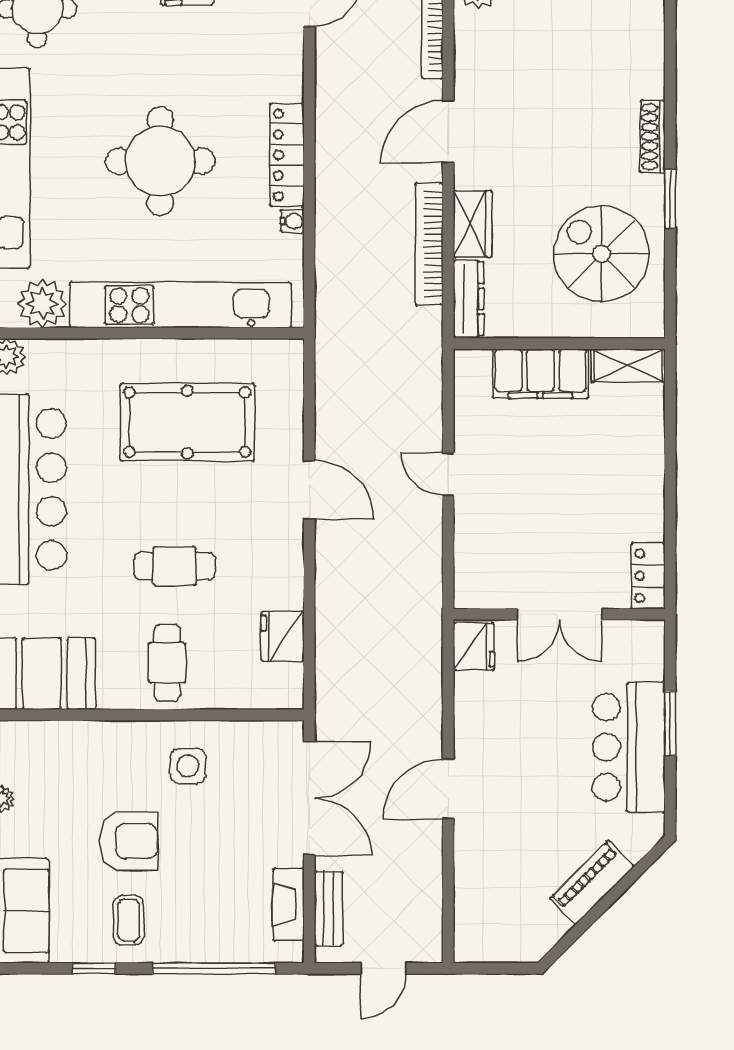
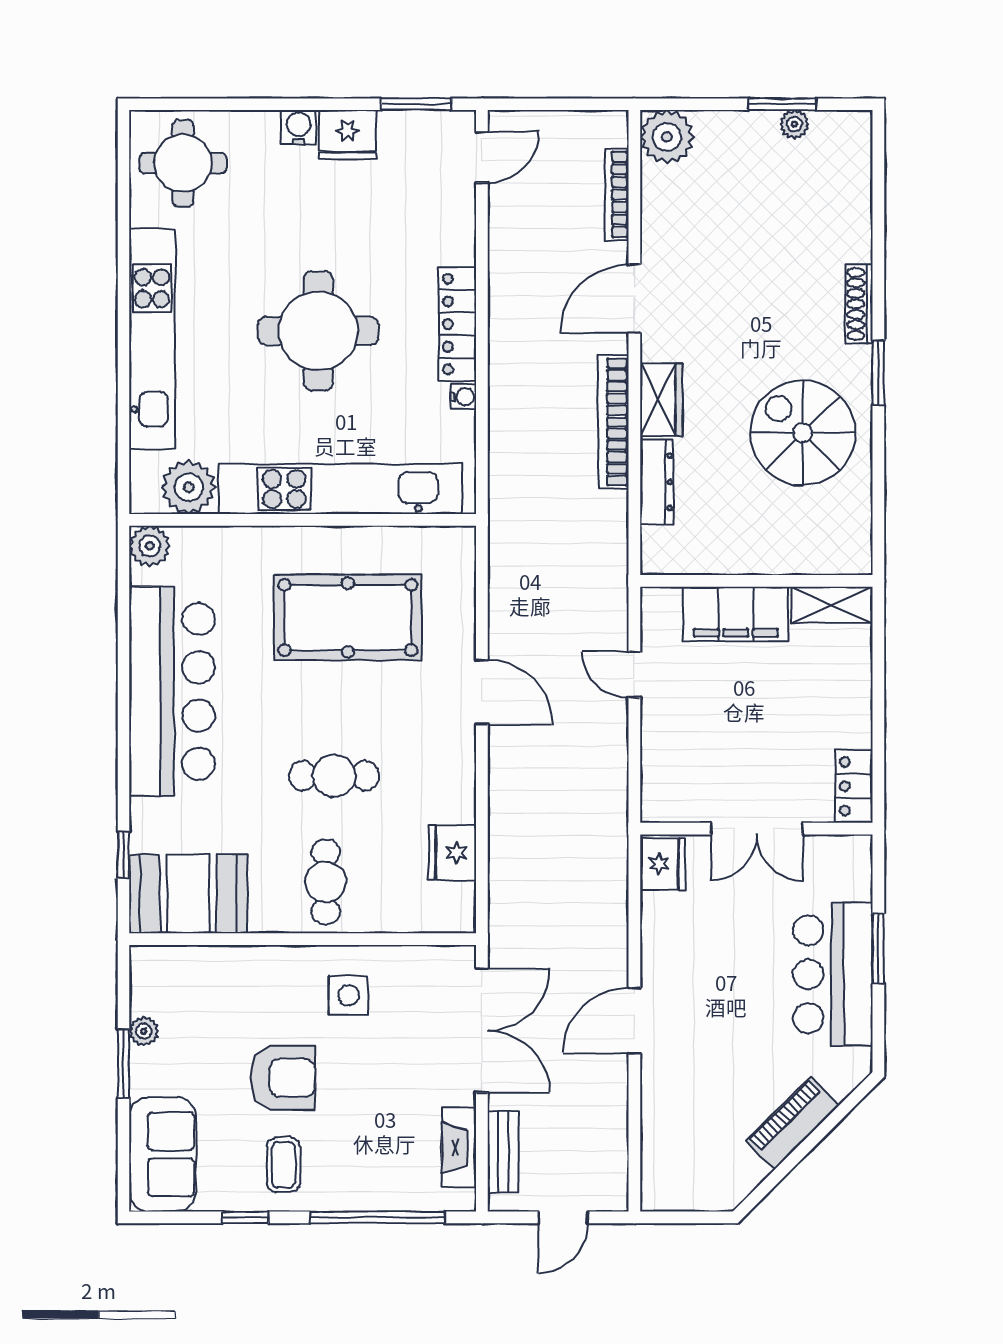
wall: (559, 344) -> (756, 581), moved
shelving: (628, 365) -> (832, 605), moved
filing cabinet: (540, 374) -> (736, 614), moved

